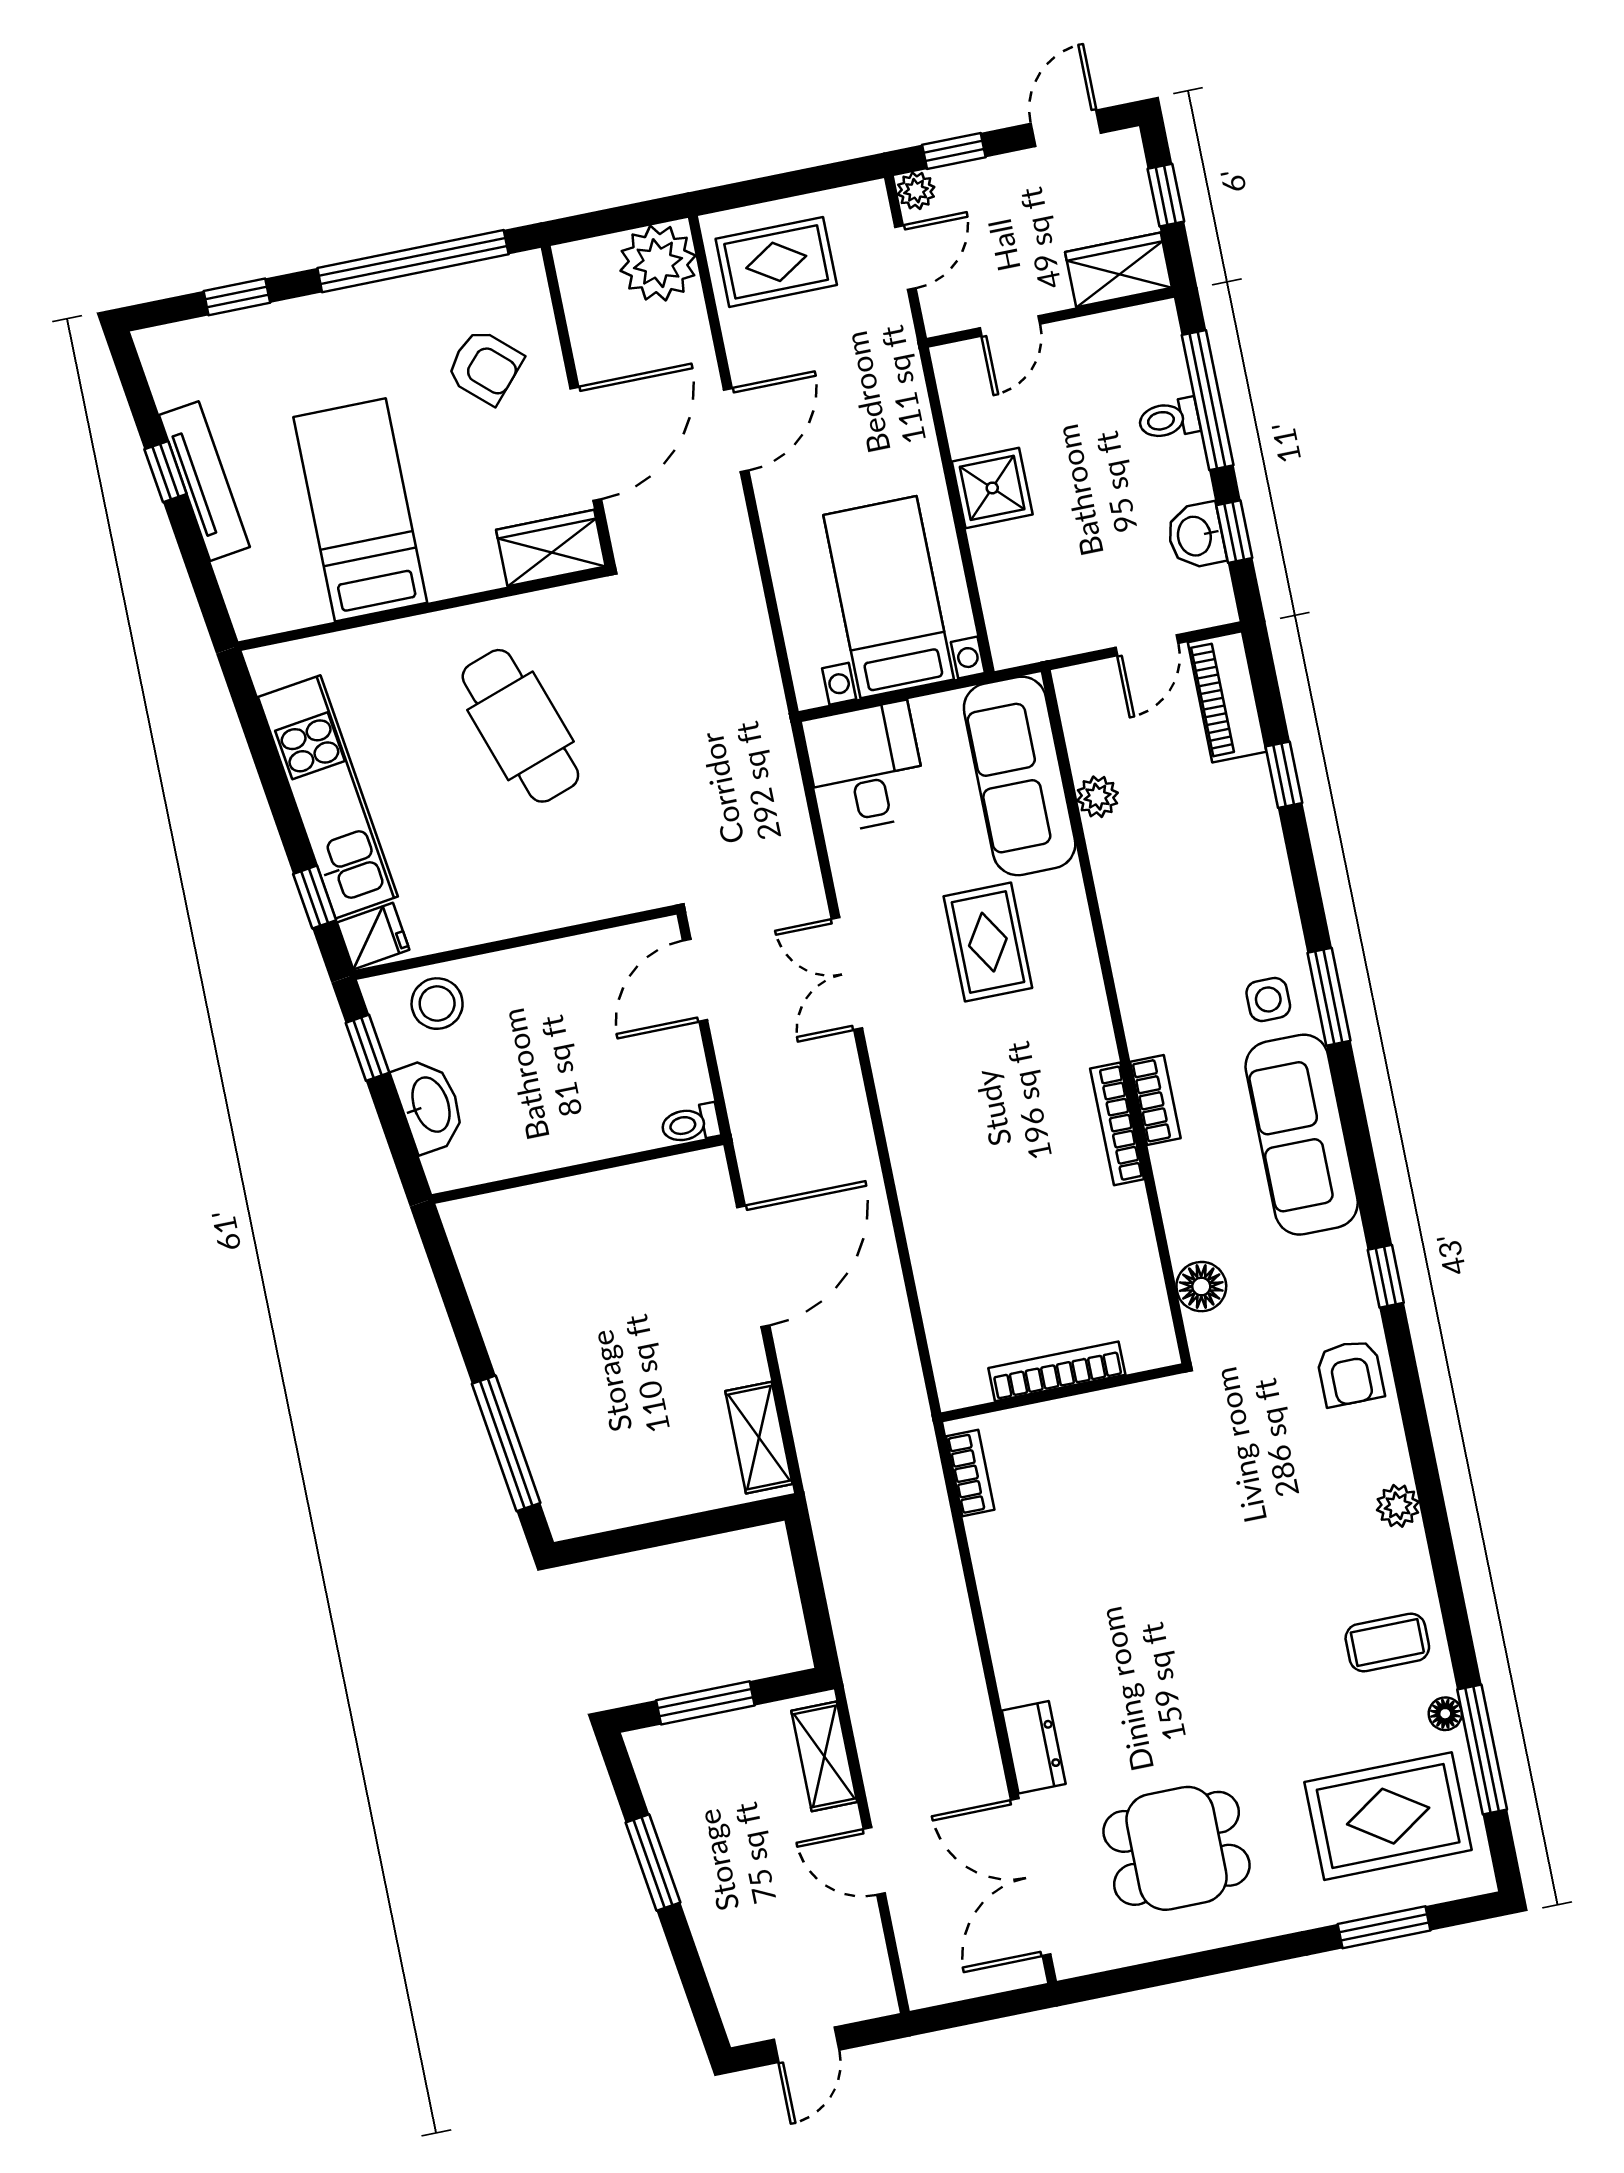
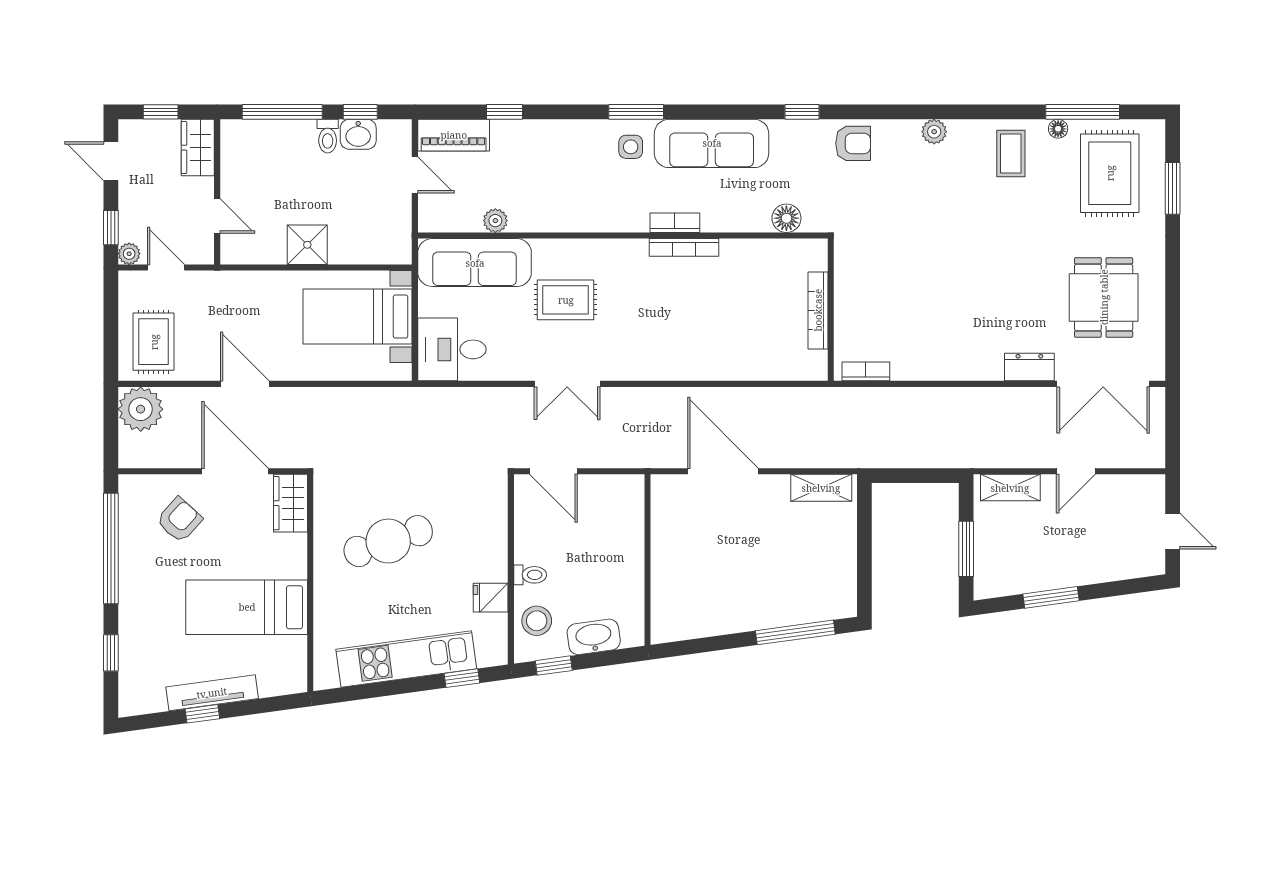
toilet: (1169, 419) -> (328, 136), moved
fridge: (373, 936) -> (491, 598), moved, turned -82
toilet: (691, 1124) -> (530, 575), moved, turned -90

